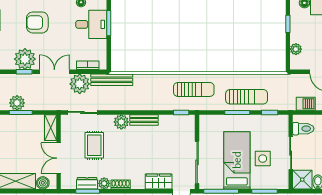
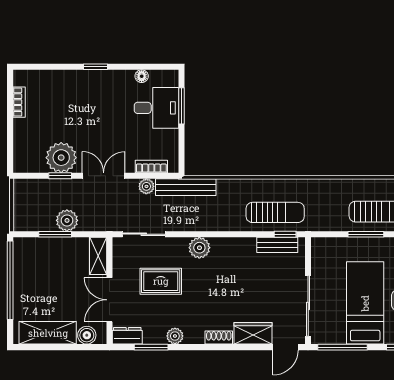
armchair: (37, 22) -> (79, 105), removed
plant: (80, 84) -> (146, 186), width x0.53, depth x0.53
sun lounger: (194, 89) -> (275, 212), moved
plant: (17, 103) -> (67, 220), moved
bench: (144, 120) -> (277, 245), moved
rug: (94, 145) -> (161, 281), turned 90
dresser: (87, 183) -> (127, 336), moved
shoe rack: (121, 185) -> (219, 338), moved

